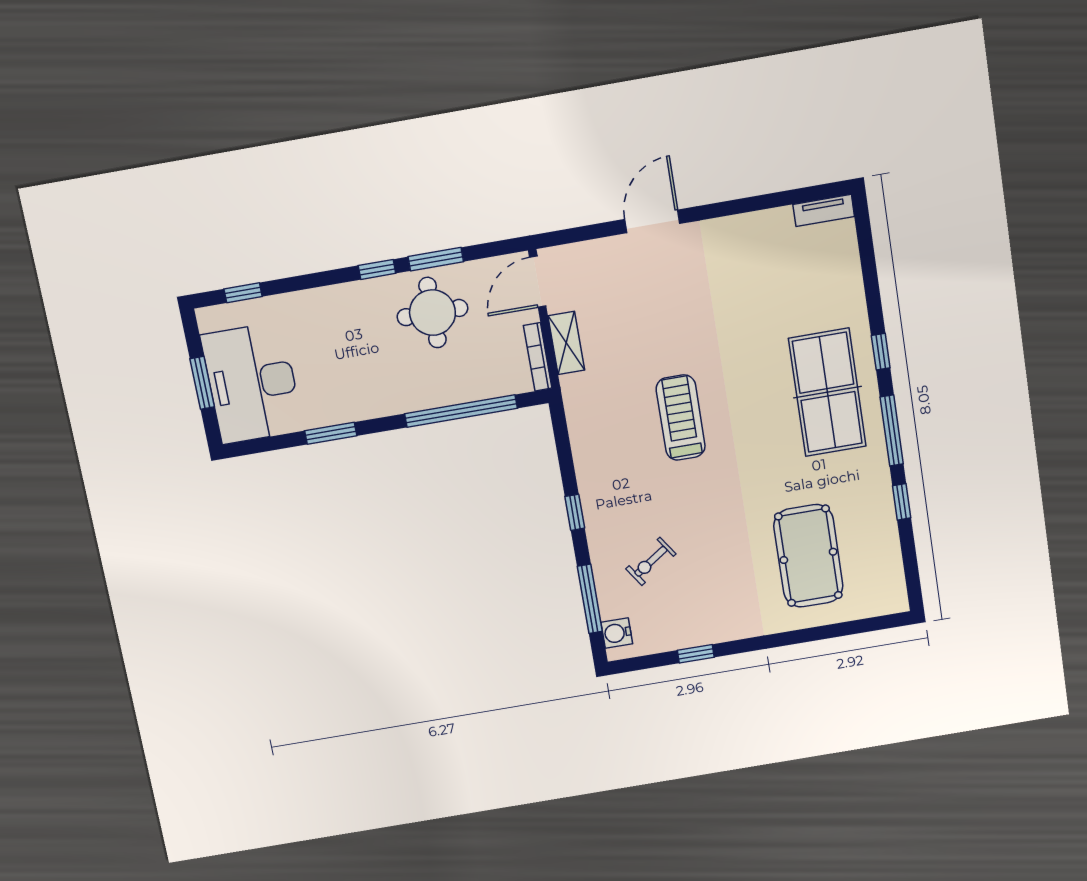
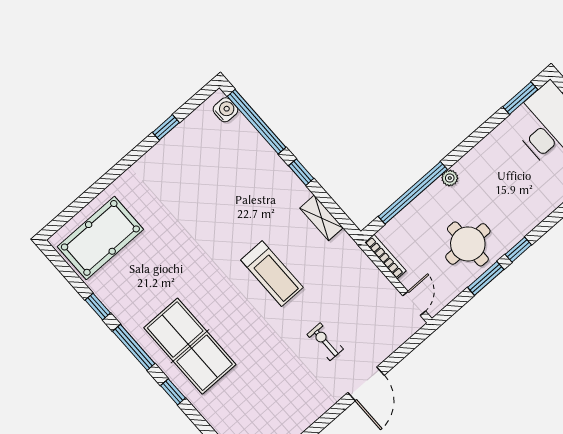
door: (538, 282) -> (414, 303), width x0.73
shelving: (566, 343) -> (321, 218), moved
plant: (408, 402) -> (450, 178), added
window: (331, 433) -> (520, 98), moved
pool table: (808, 556) -> (100, 238), moved, turned 90
exercise bike: (651, 561) -> (325, 342), moved, turned -56
window: (590, 599) -> (257, 122), width x1.46

